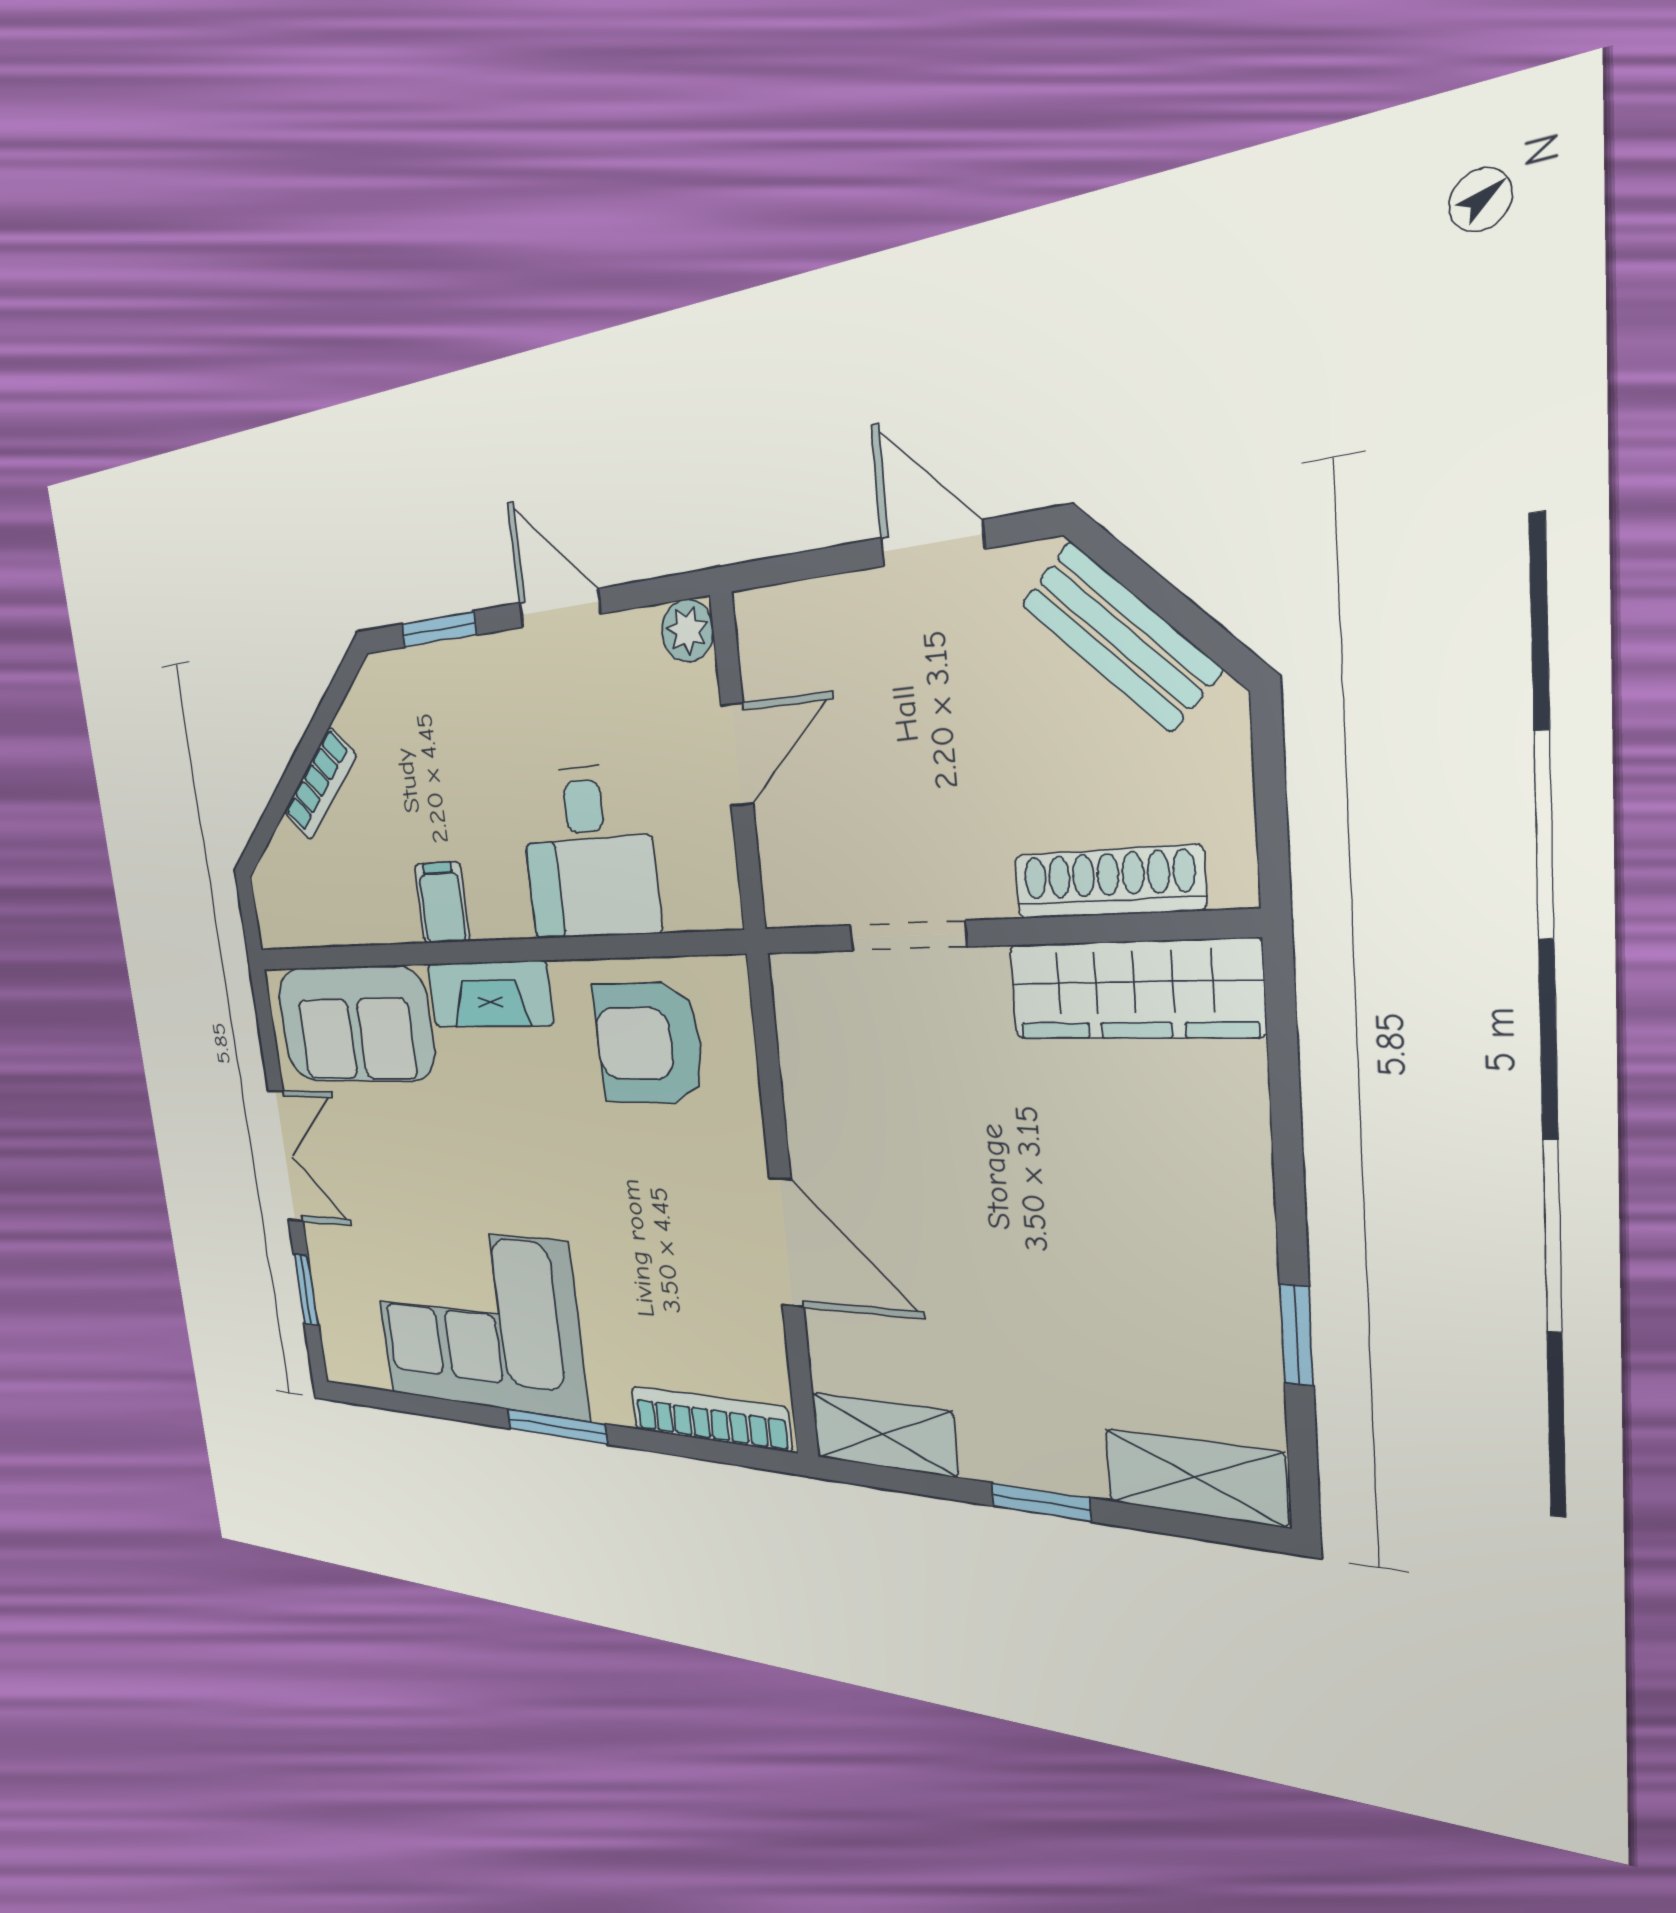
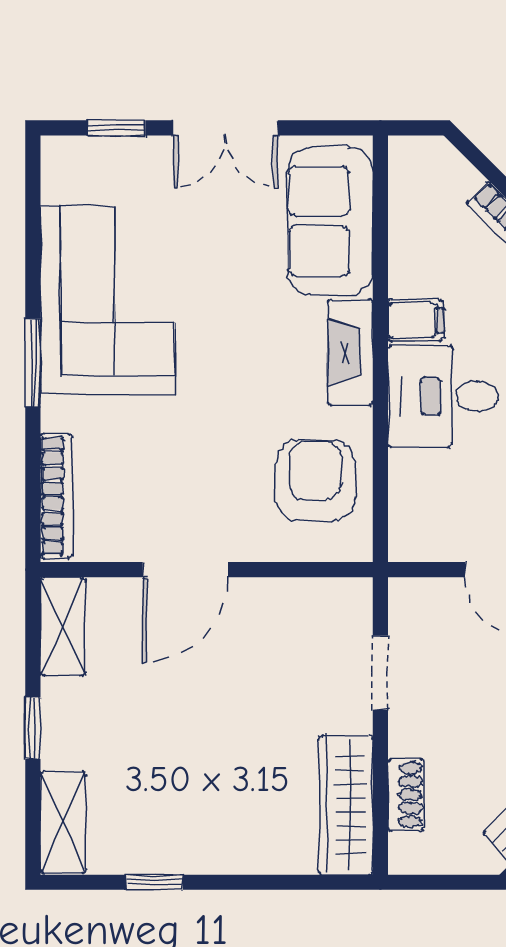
desk: (589, 852) -> (443, 396), moved
shoe rack: (1108, 882) -> (406, 795), width x0.70

